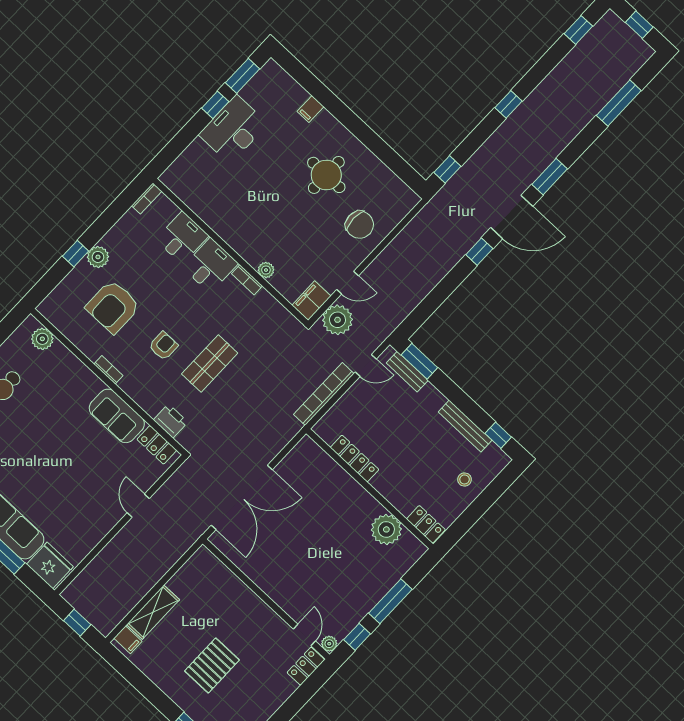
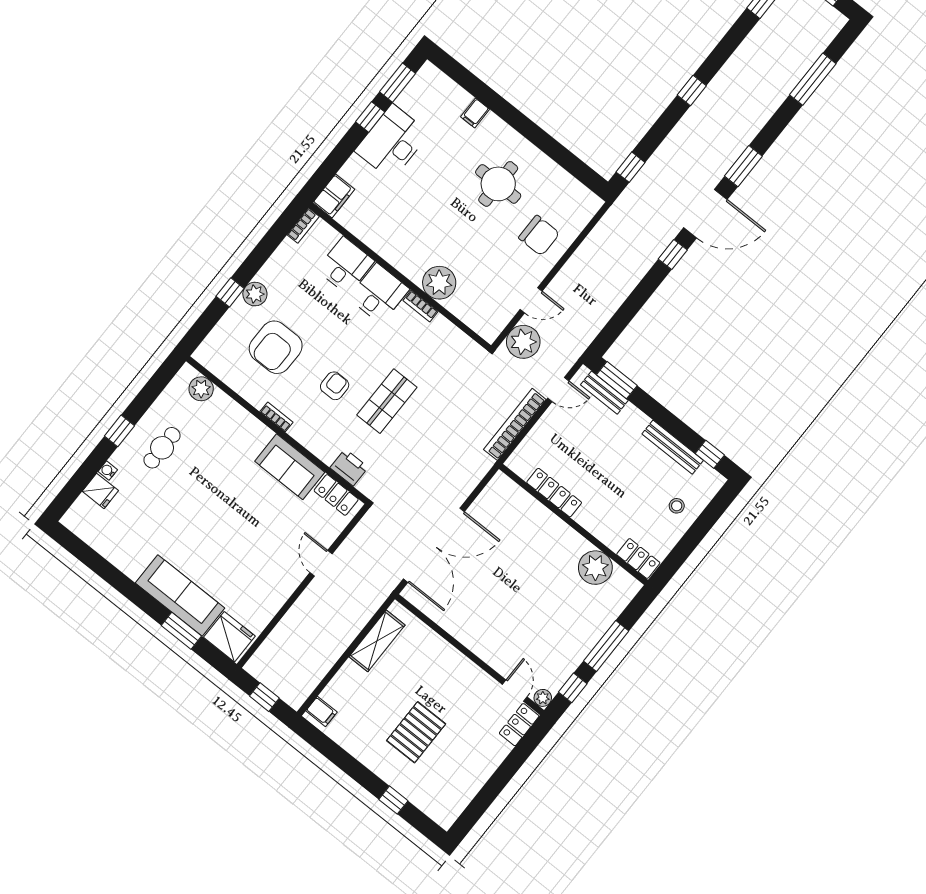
plant: (266, 270) -> (439, 283), width x1.87, depth x1.87
filing cabinet: (311, 301) -> (334, 196), moved, turned 180
shelving: (153, 612) -> (377, 641), moved

